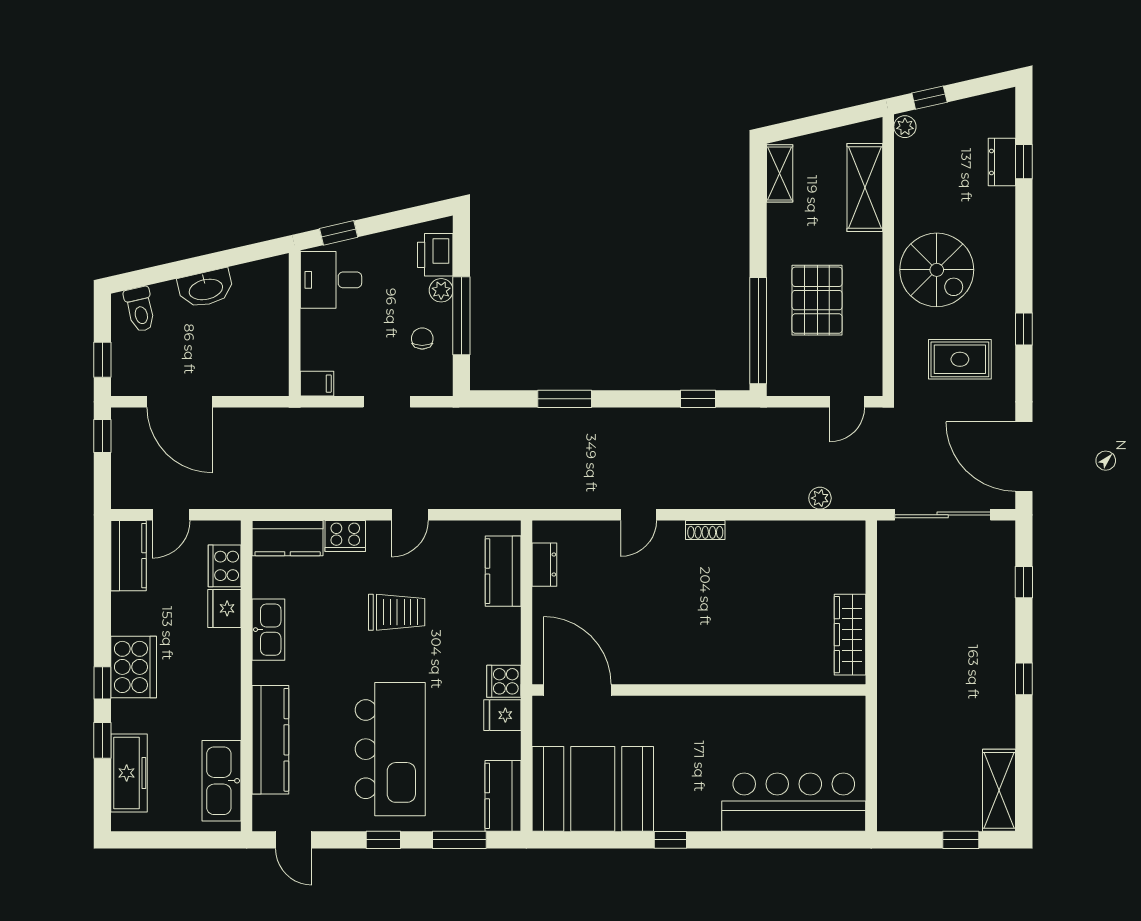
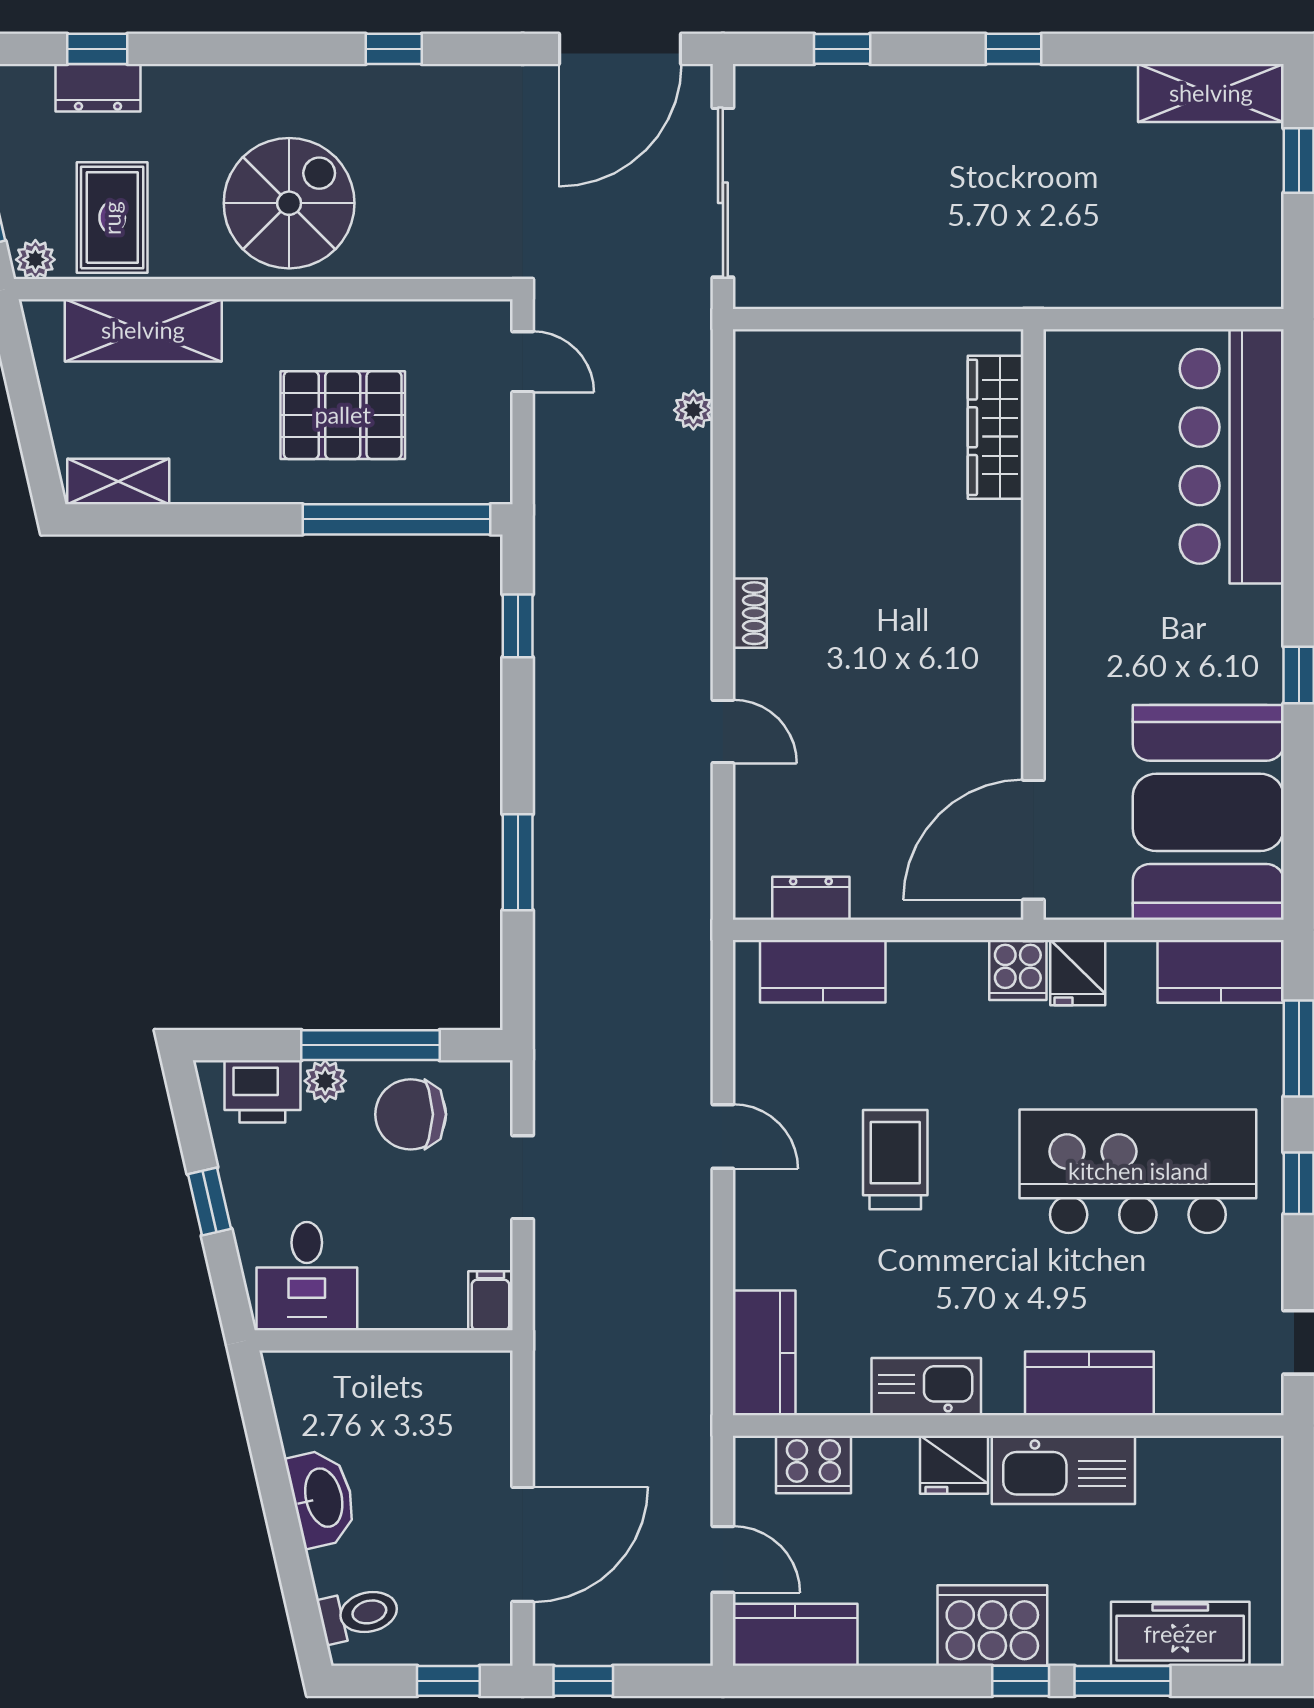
window: (339, 233) -> (210, 1202), moved
chair: (422, 339) -> (411, 1114), width x1.87, depth x1.87
rug: (960, 359) -> (112, 218), moved
cooker: (345, 536) -> (761, 1251), removed
fridge: (224, 608) -> (954, 1465), moved
wardrobe: (850, 635) -> (996, 427), moved, turned 90
window: (102, 740) -> (1123, 1681), width x1.50
kitchen counter: (270, 740) -> (1089, 1383), width x0.67
kitchen sink: (222, 781) -> (1063, 1470), moved

